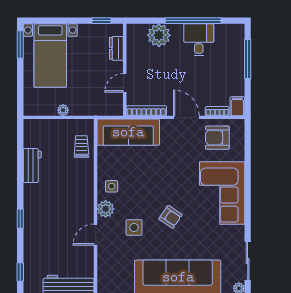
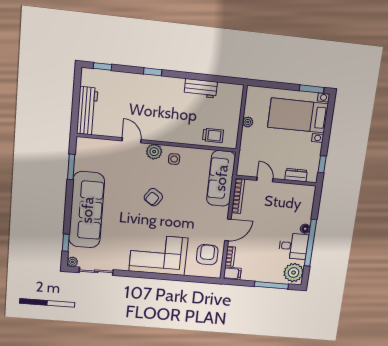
floor lamp: (177, 29) -> (305, 229), added
plant: (159, 35) -> (294, 273), moved
armchair: (171, 217) -> (153, 197), moved
side table: (134, 227) -> (135, 176), removed

